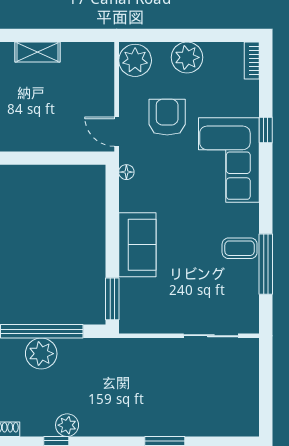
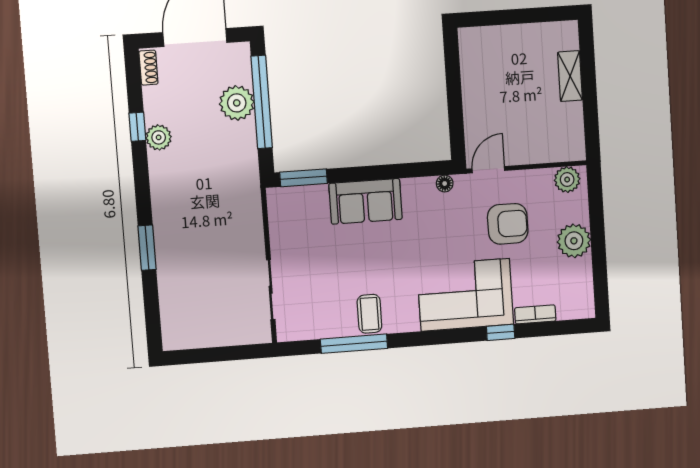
plant: (135, 60) -> (567, 180), width x0.73, depth x0.73
bookcase: (252, 61) -> (535, 314), moved

